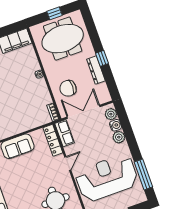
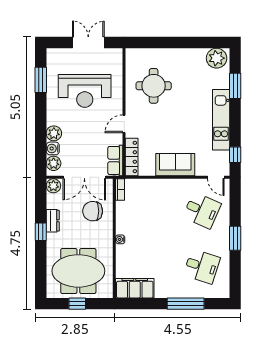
dresser: (96, 70) -> (53, 221), width x0.70
chair: (68, 88) -> (93, 211), turned 180
plant: (105, 97) -> (53, 186), added
window: (143, 174) -> (41, 80), width x0.69
reception desk: (107, 178) -> (85, 91), width x0.74, depth x0.77

